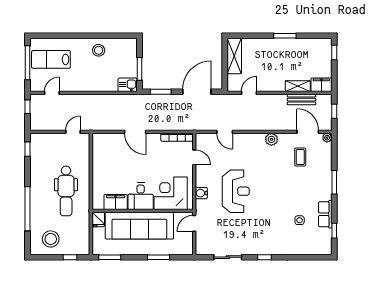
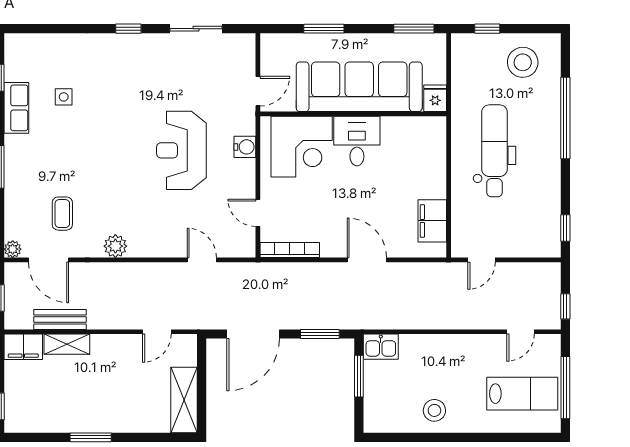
filing cabinet: (116, 202) -> (432, 221), moved, turned 90

